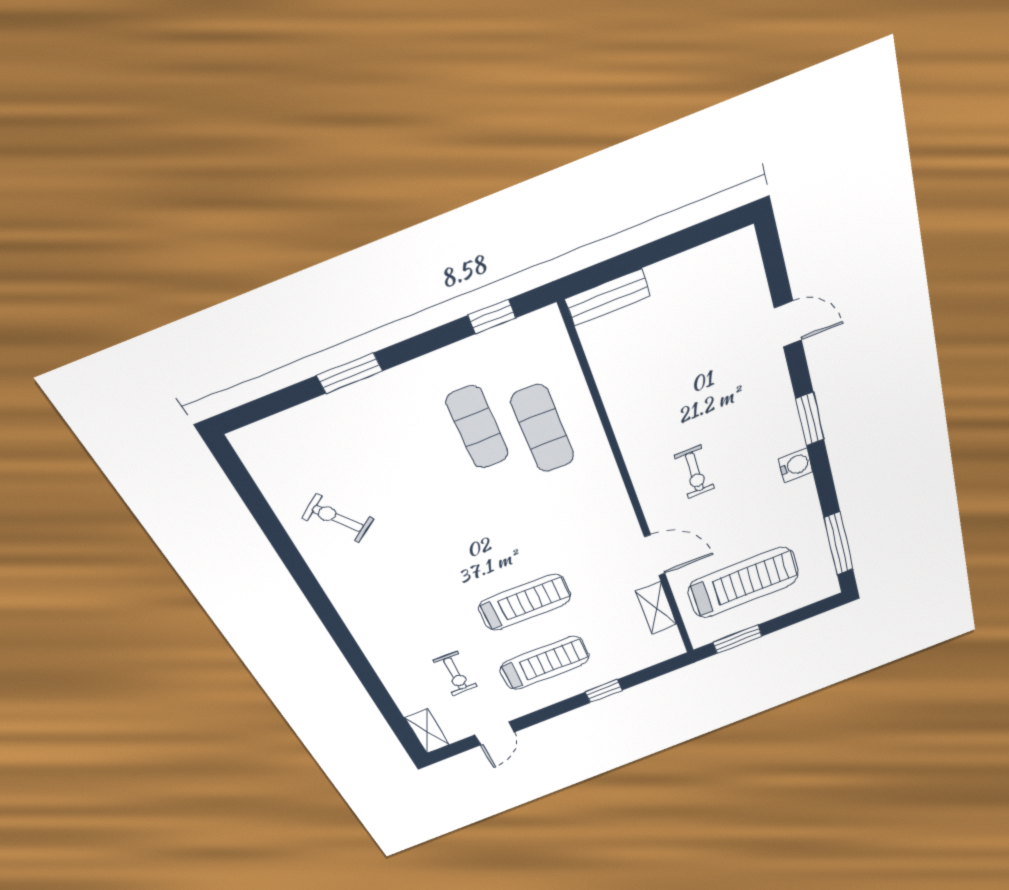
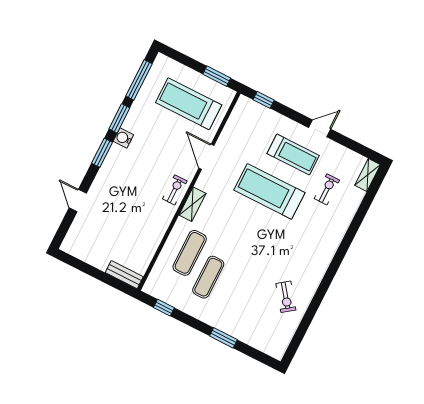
exercise bike: (695, 472) -> (175, 190), moved
window: (824, 481) -> (119, 118), added
treadmill: (525, 602) -> (269, 191), width x1.37, depth x1.38
shelving: (656, 608) -> (192, 204), moved
treadmill: (545, 663) -> (293, 154), turned 180
window: (604, 691) -> (264, 100), moved
door: (495, 733) -> (320, 128), moved

